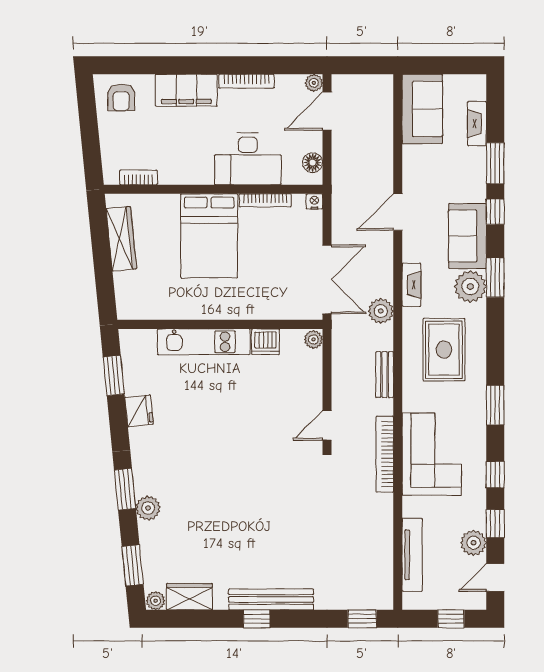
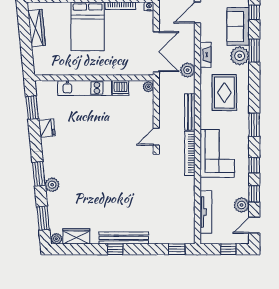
bench: (385, 375) -> (190, 112), width x1.36

